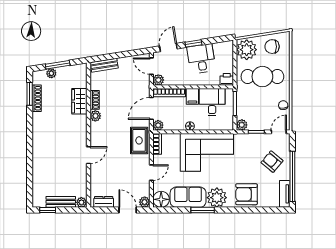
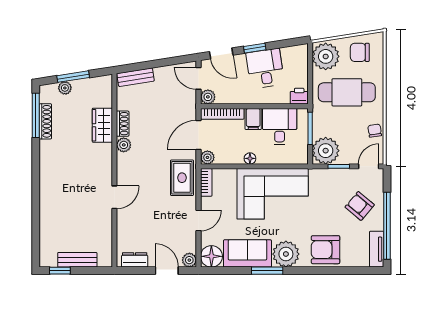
door: (168, 47) -> (221, 53), swing flipped
window: (30, 94) -> (36, 115), width x1.44
plant: (242, 125) -> (326, 151), width x1.88, depth x1.88
plant: (81, 202) -> (105, 260), removed

